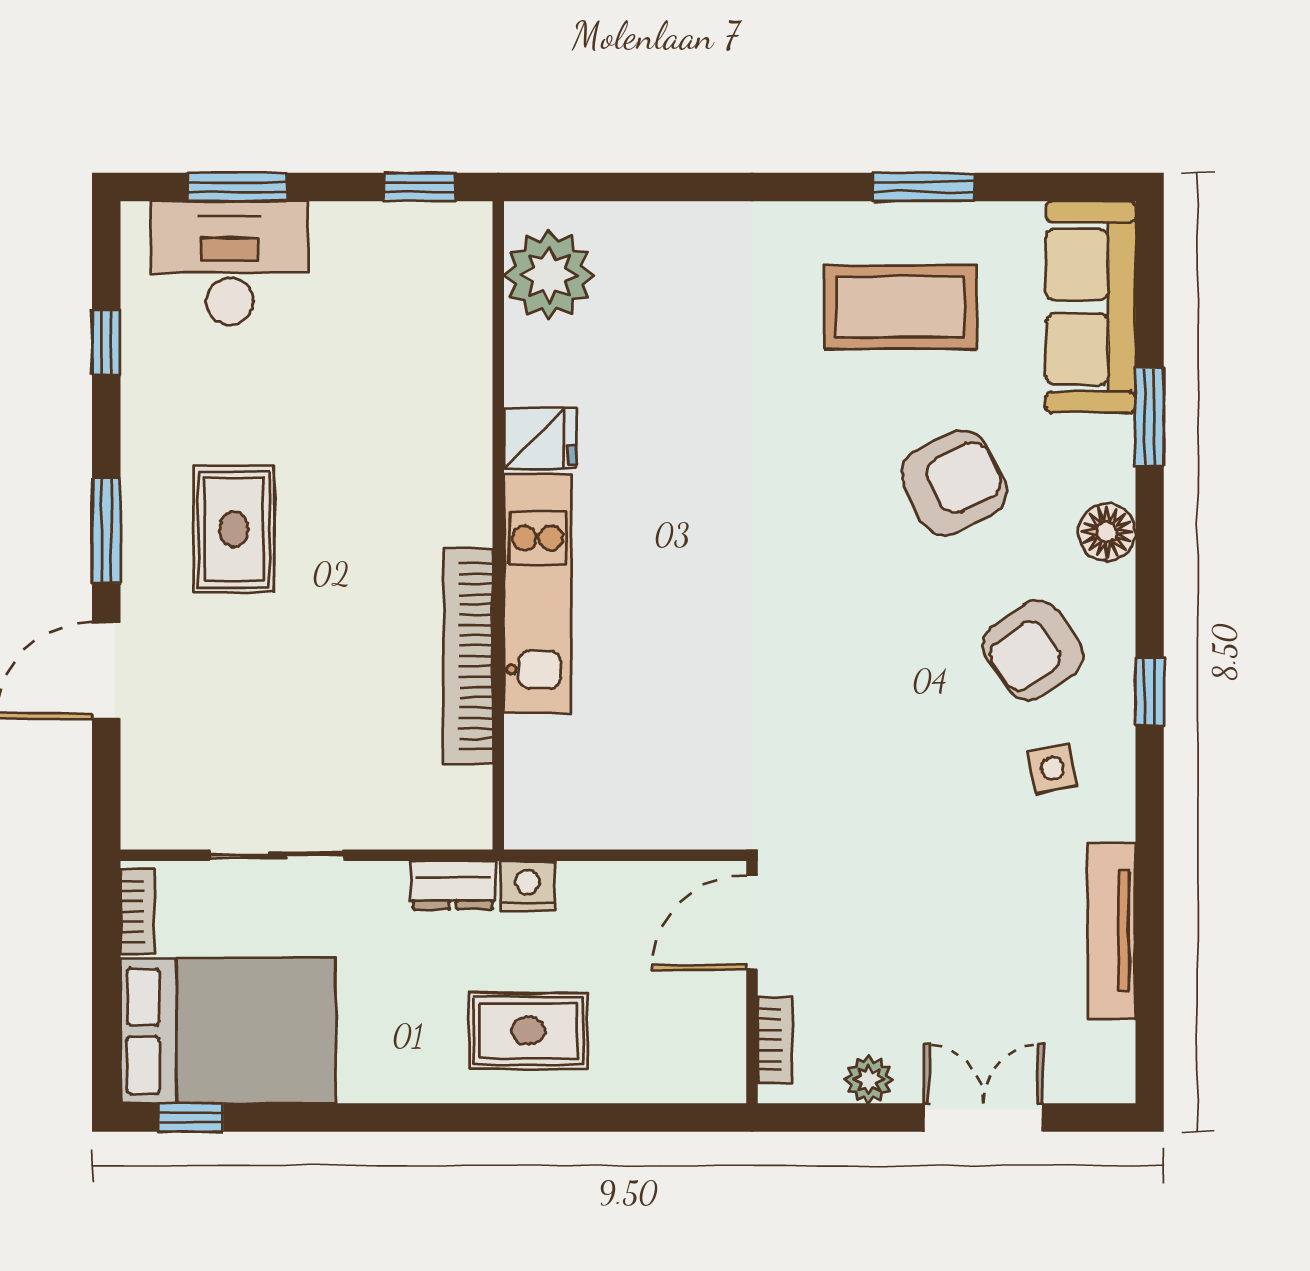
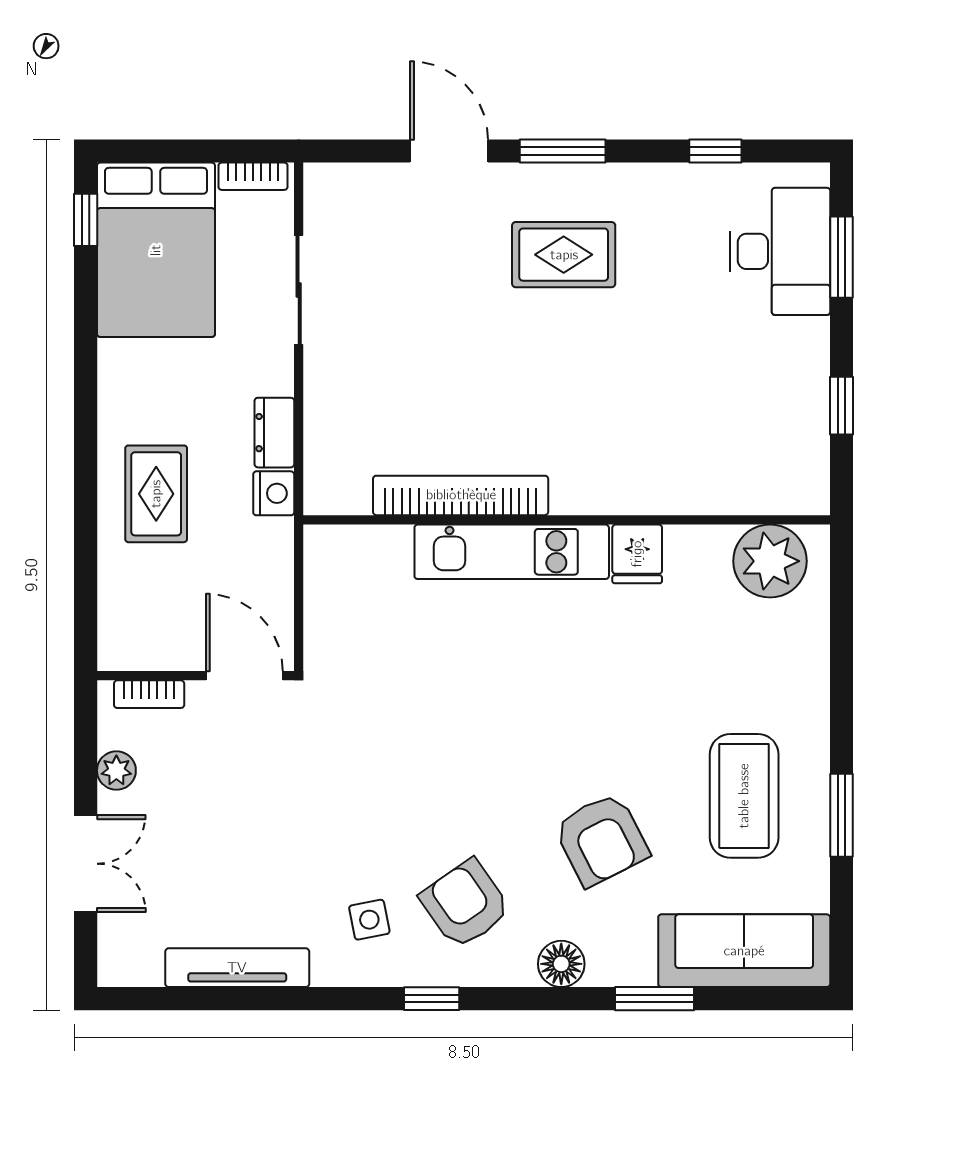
plant: (549, 275) -> (770, 561), moved
fridge: (540, 439) -> (637, 554), moved
wall: (498, 525) -> (567, 520), moved
kitchen unit: (538, 593) -> (512, 552), moved
bookcase: (468, 656) -> (461, 495), moved

